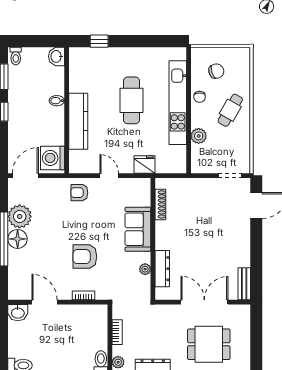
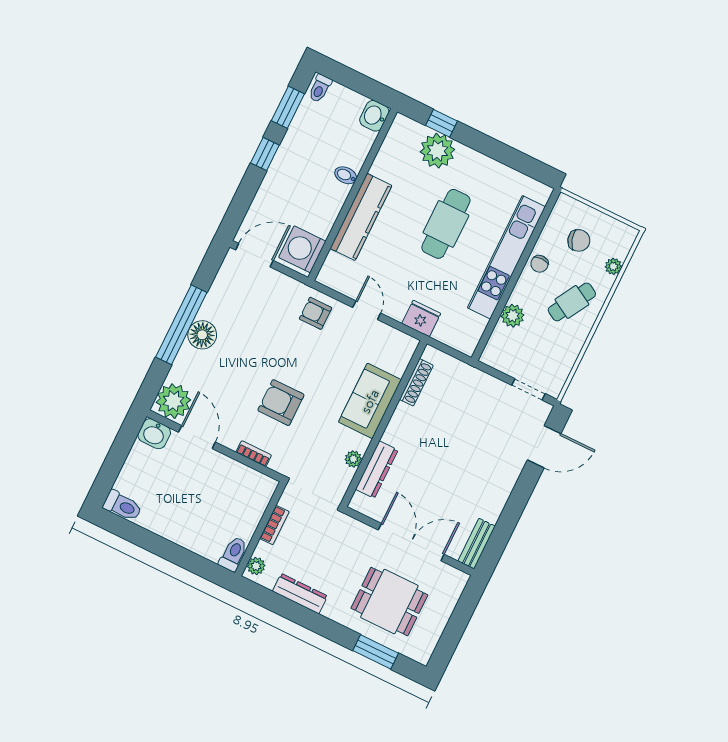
plant: (105, 59) -> (437, 151), added
plant: (245, 77) -> (613, 266), added
plant: (20, 216) -> (173, 401), moved

